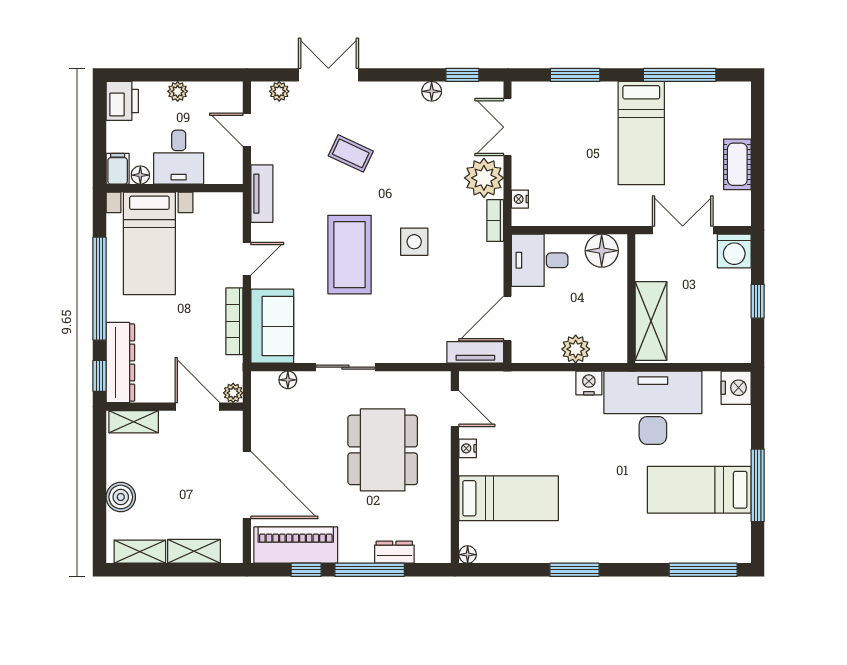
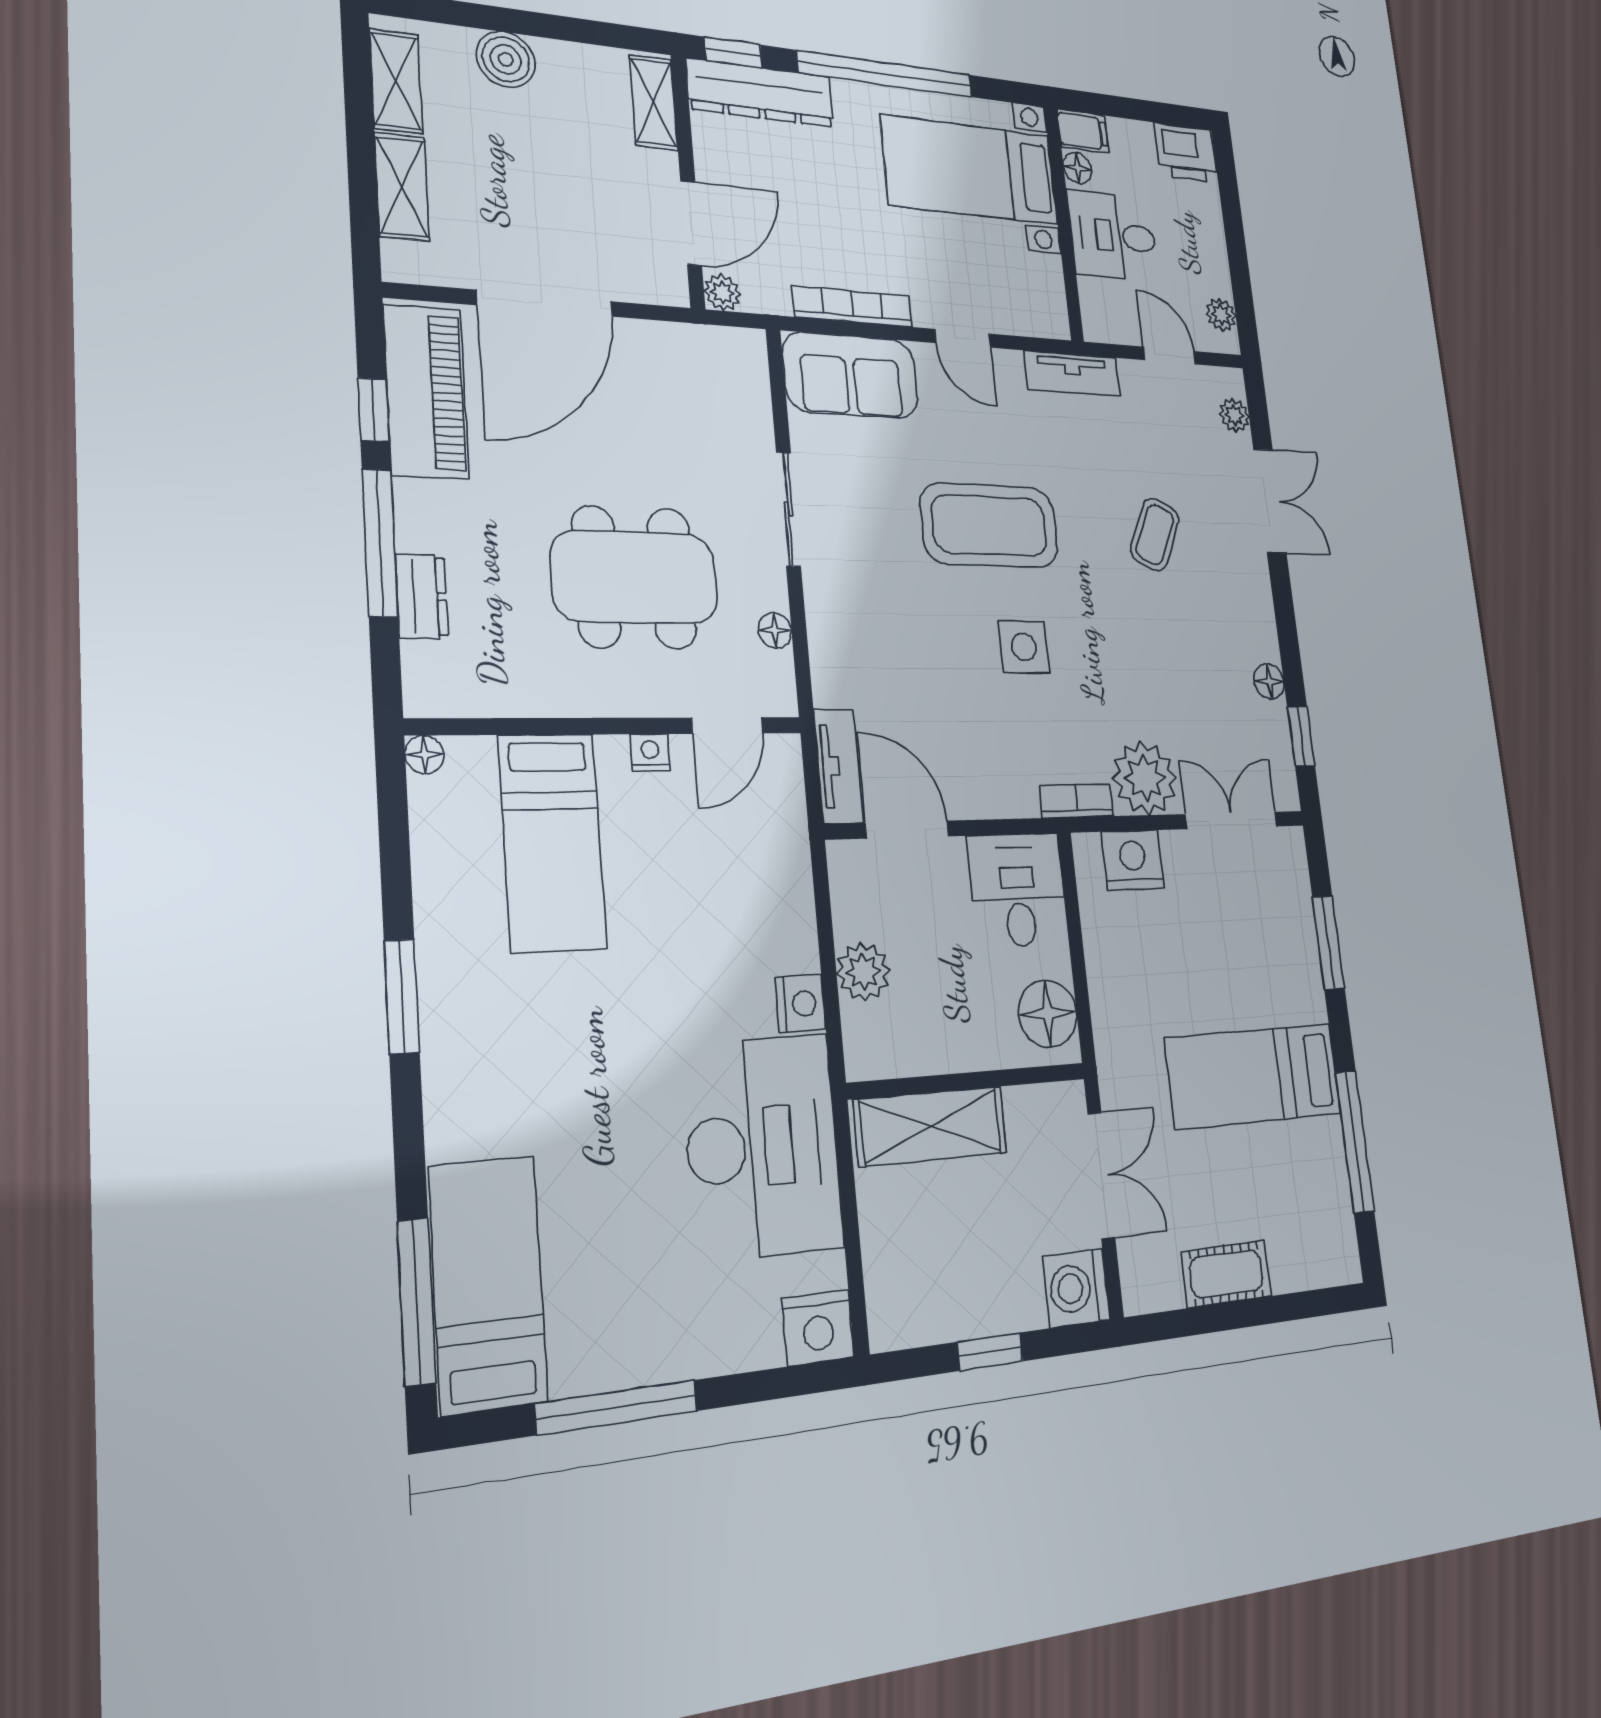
plant: (178, 91) -> (1221, 315), moved
door: (247, 130) -> (1169, 356), hinge flipped
nightstand: (520, 199) -> (1133, 860), width x1.89, depth x1.79
floor lamp: (288, 380) -> (775, 631), moved
bed: (699, 490) -> (488, 1284), moved

